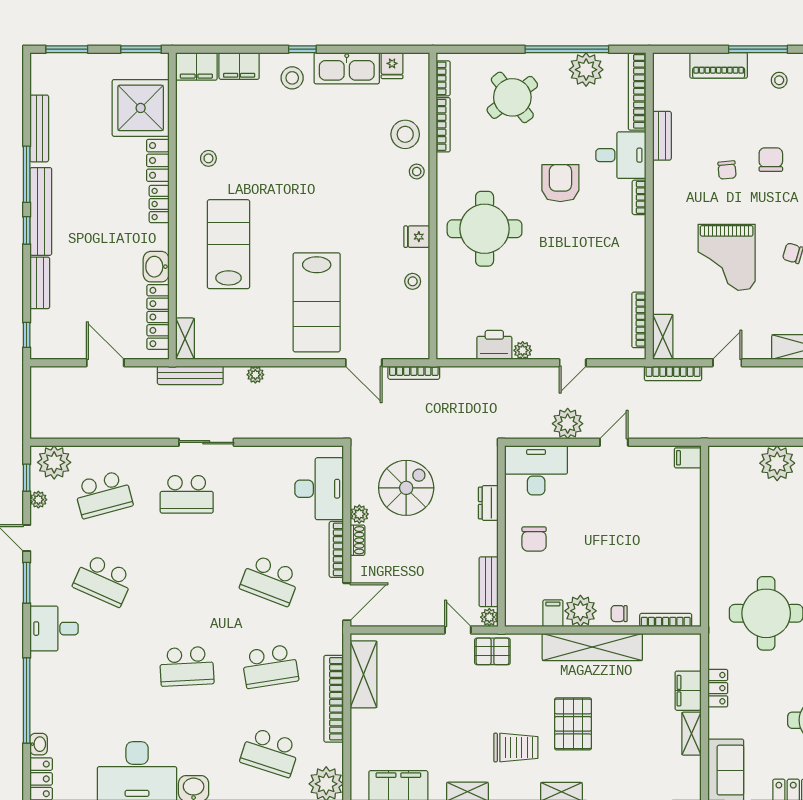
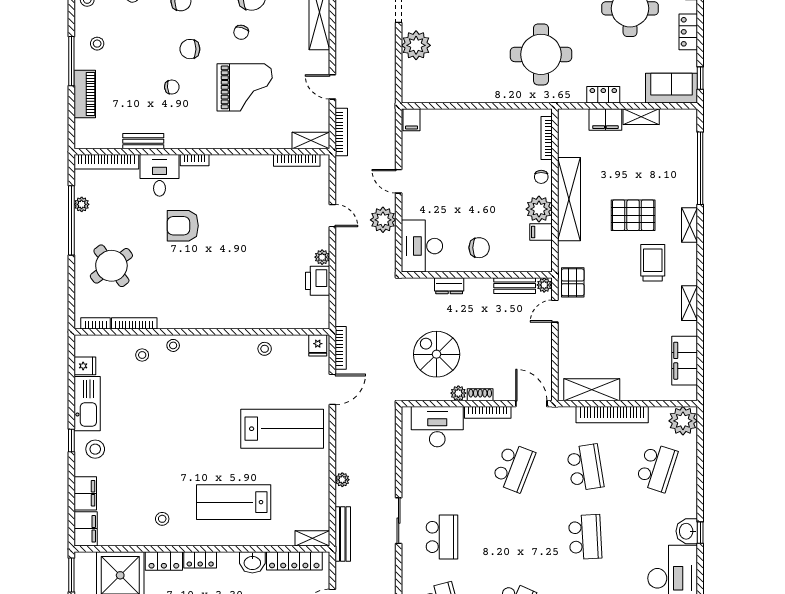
plant: (586, 70) -> (82, 204), width x0.53, depth x0.53
stool: (405, 134) -> (142, 355), width x0.53, depth x0.53
chair: (771, 160) -> (190, 49), moved
round table: (485, 229) -> (221, 289), removed
fridge: (417, 237) -> (318, 345), moved

